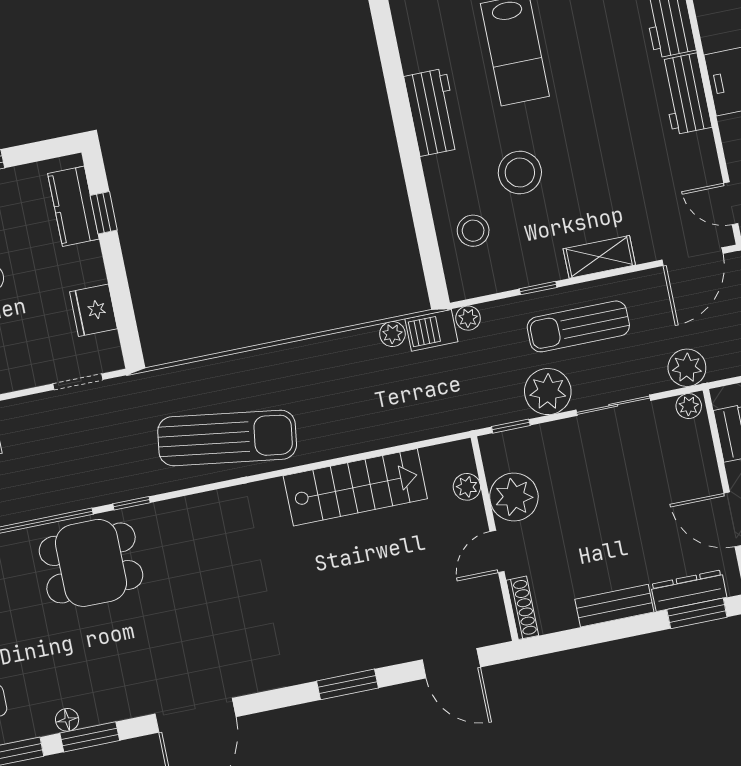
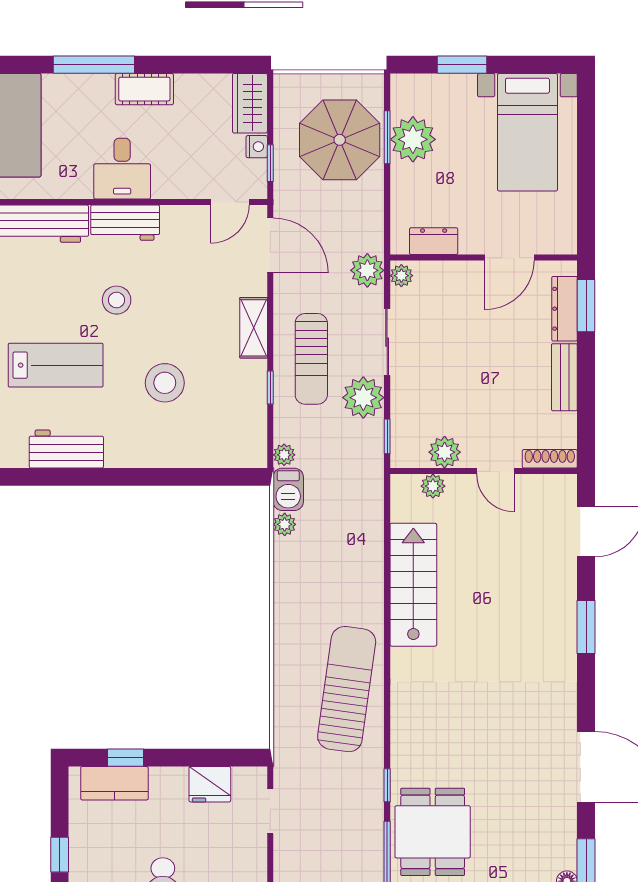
workbench: (433, 112) -> (66, 449), moved
stool: (473, 231) -> (117, 300), moved
plant: (514, 497) -> (445, 452), width x0.73, depth x0.73

